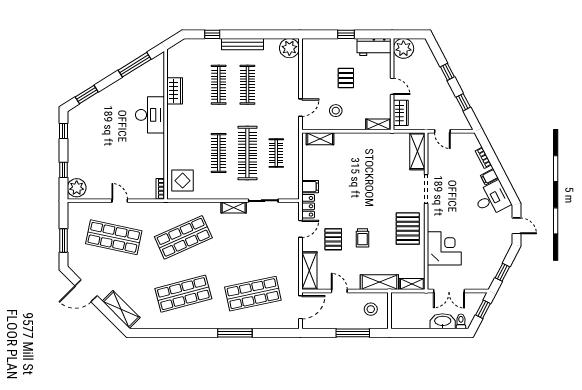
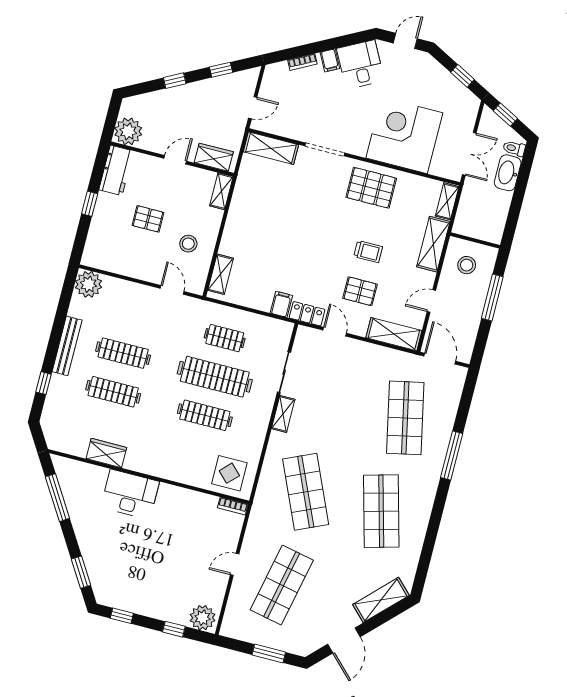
corner desk: (444, 248) -> (404, 135), width x1.36, depth x1.36

